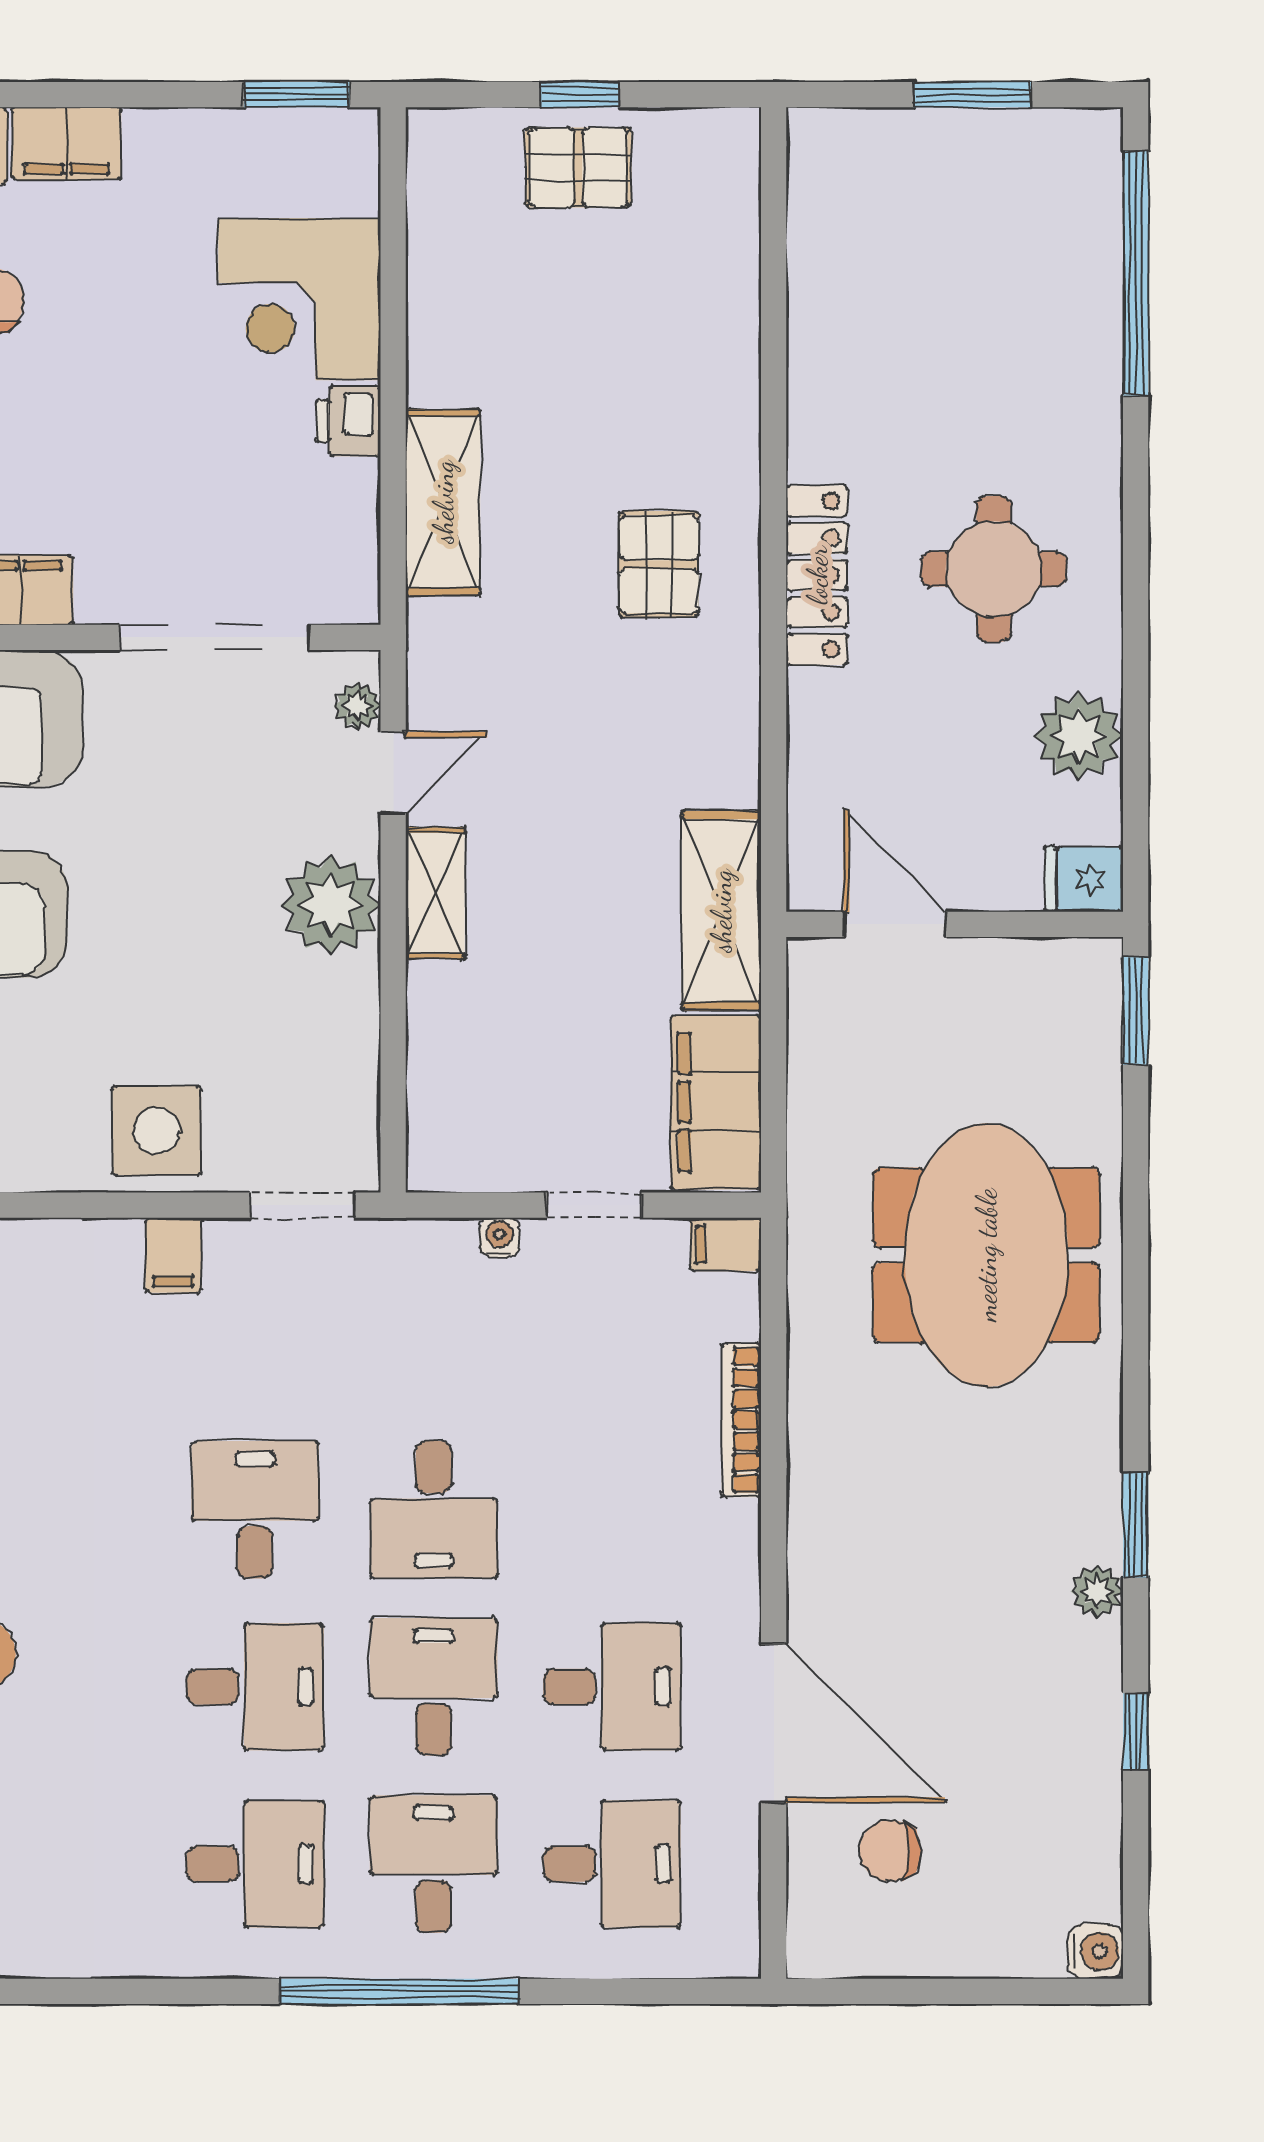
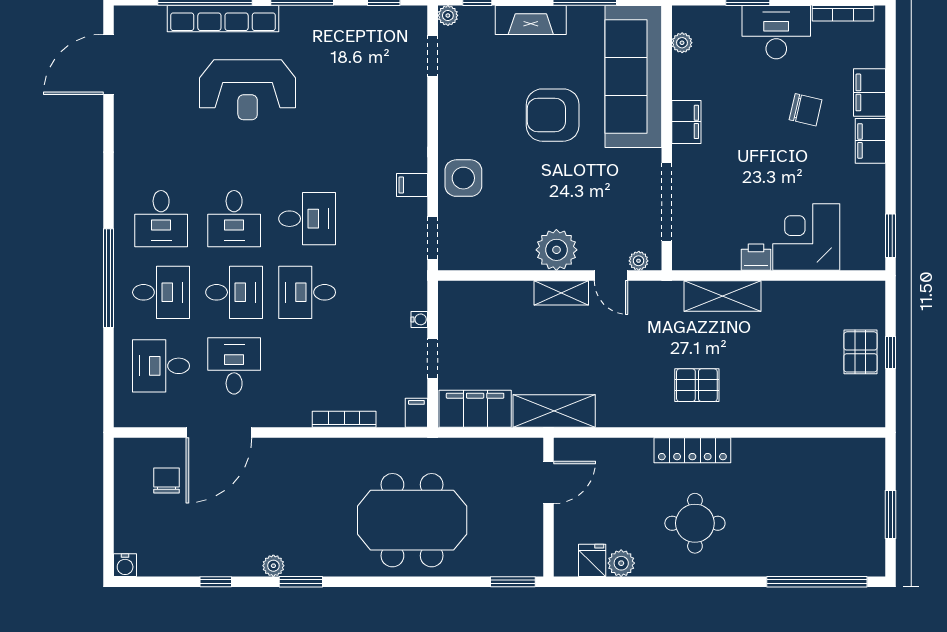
plant: (1079, 736) -> (621, 563), width x0.73, depth x0.73
fridge: (1084, 879) -> (592, 560), moved
desk: (612, 1687) -> (234, 366), turned 180
desk: (612, 1864) -> (161, 366), turned 90

